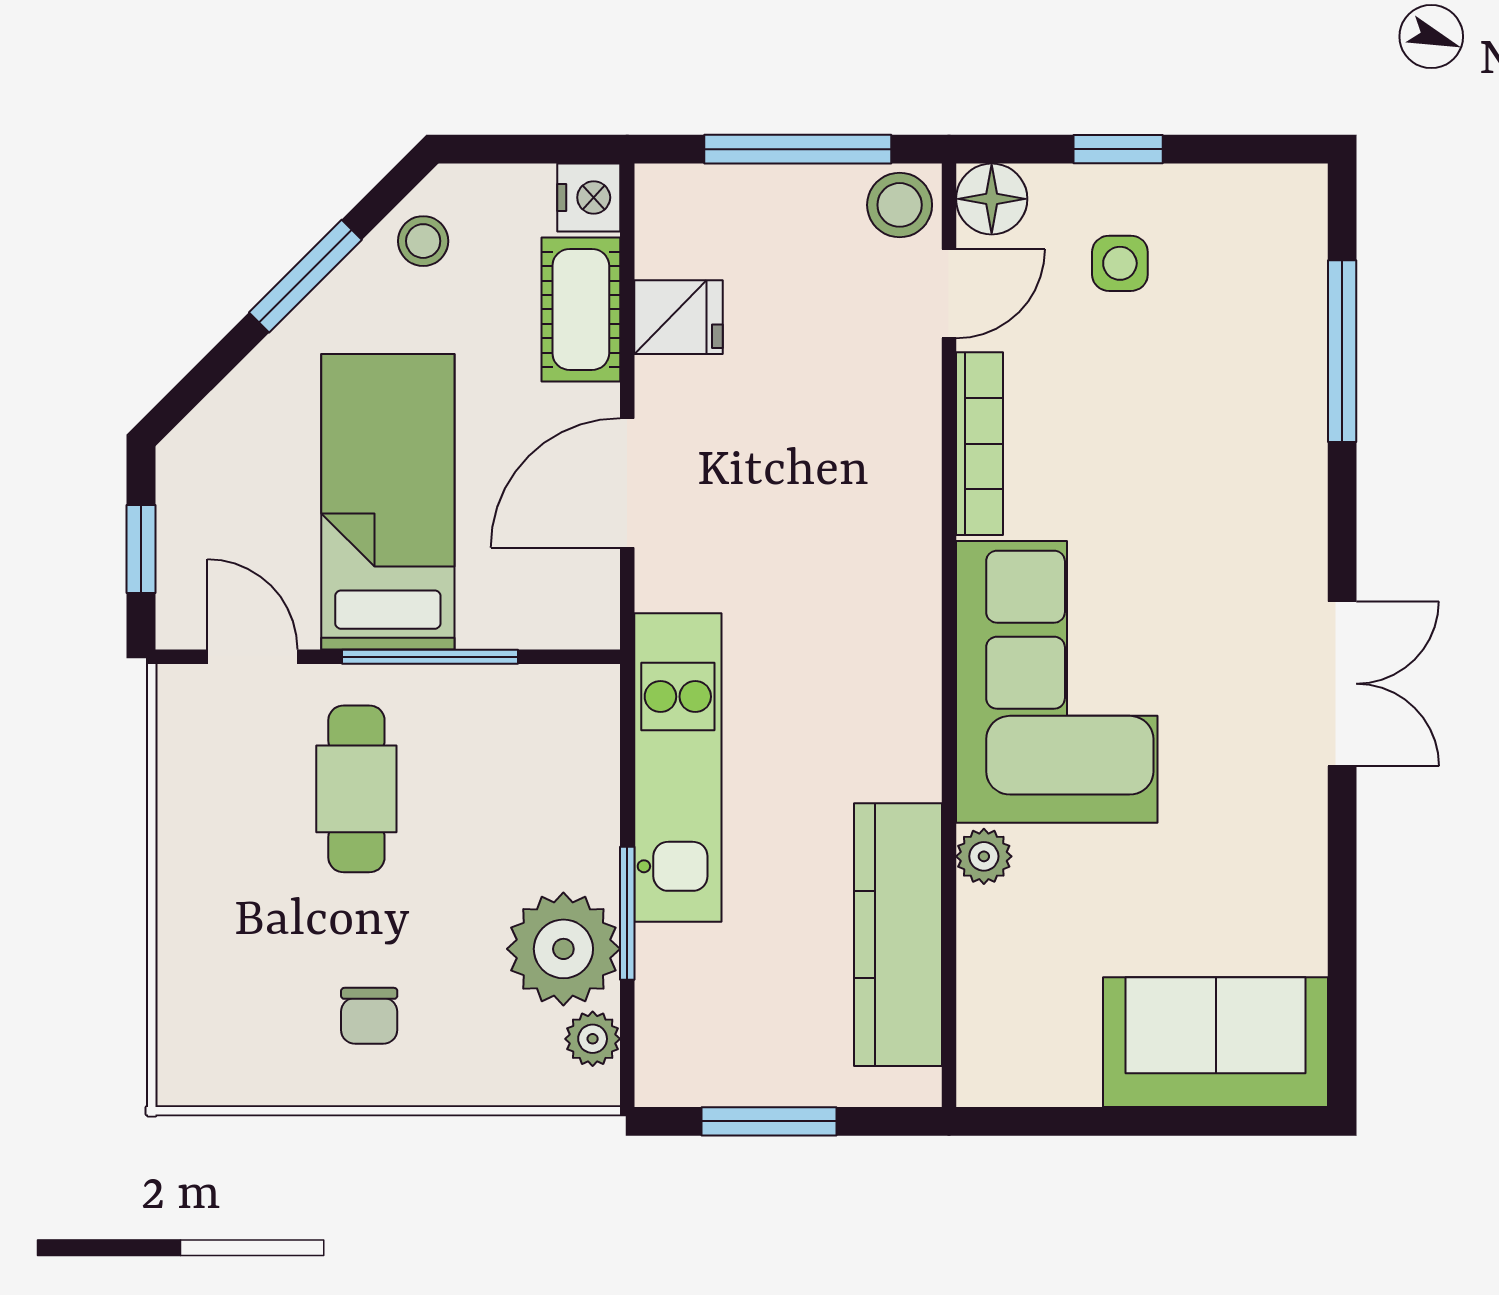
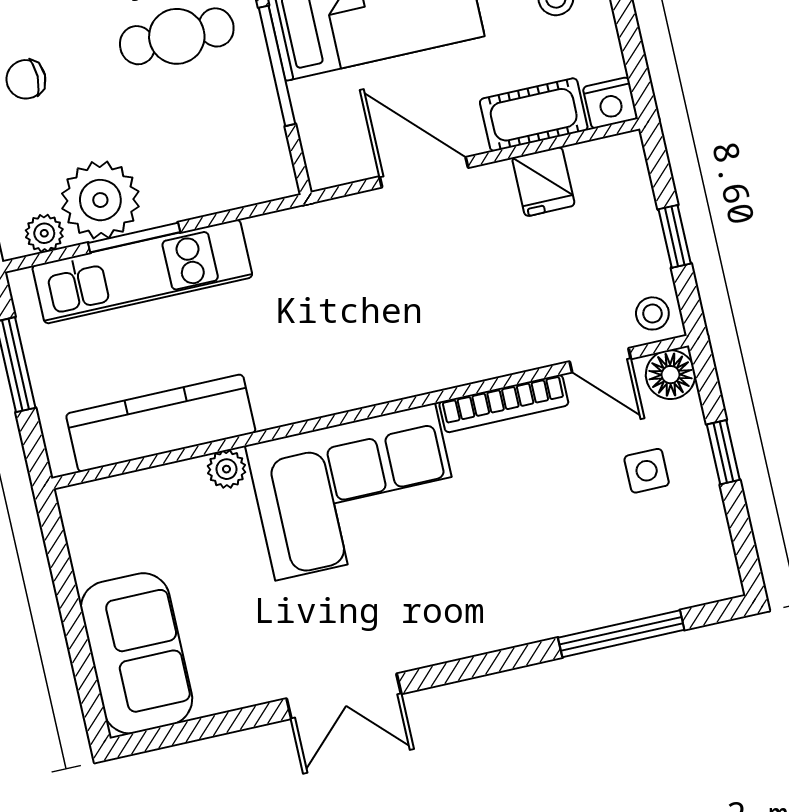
window: (798, 149) -> (675, 236), width x0.46
stool: (900, 205) -> (652, 313), width x0.73, depth x0.73
double door: (1342, 684) -> (344, 696), moved
kitchen unit: (678, 768) -> (142, 272), moved

